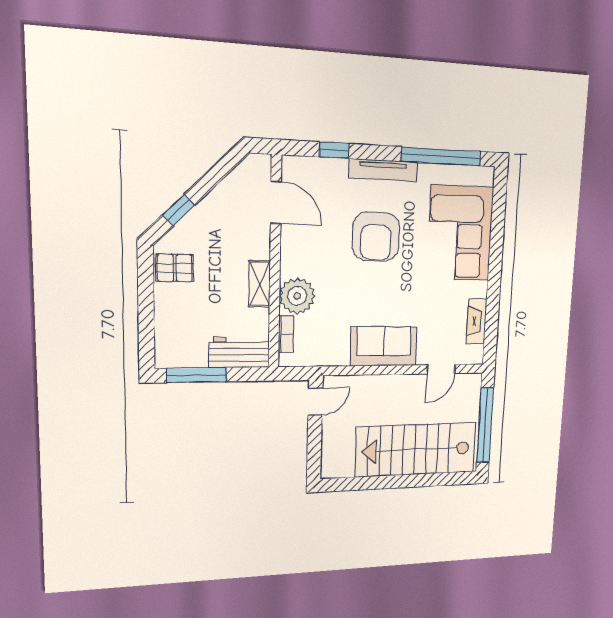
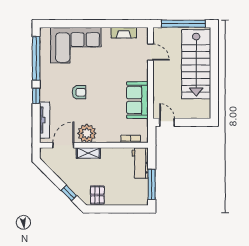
window: (334, 150) -> (36, 96), moved
tv unit: (383, 170) -> (45, 120), moved
armchair: (376, 237) -> (79, 92), width x0.53, depth x0.53
shelving: (259, 284) -> (88, 153), moved
plant: (297, 296) -> (87, 133), moved
sofa: (384, 346) -> (137, 100), moved

